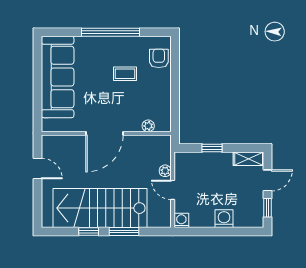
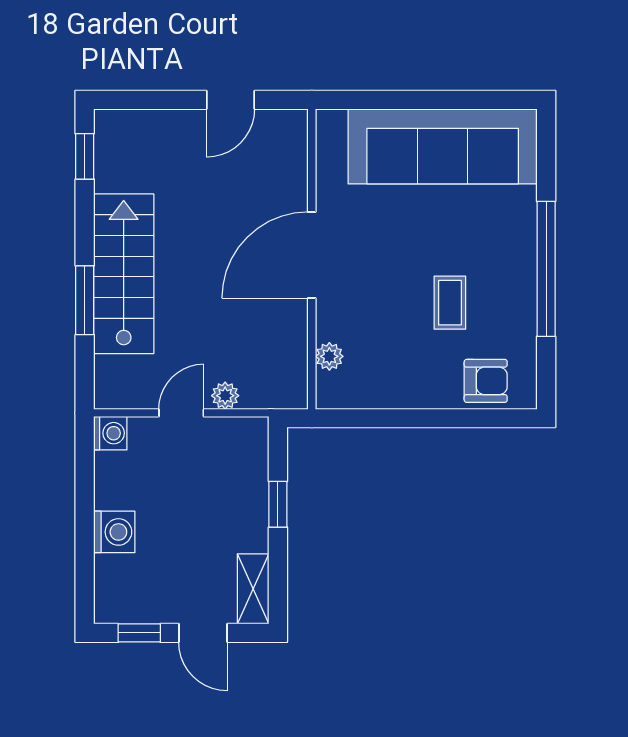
door: (104, 133) -> (312, 255), hinge flipped
stairs: (100, 208) -> (124, 274), width x0.73, depth x0.66
window: (89, 231) -> (85, 156), moved

